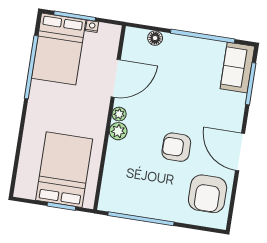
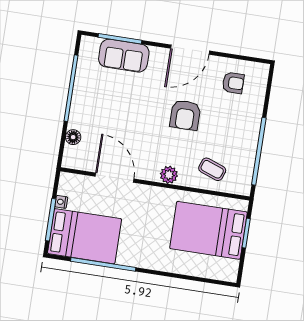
sofa: (237, 68) -> (124, 56), moved
plant: (119, 114) -> (151, 174), removed
coffee table: (124, 173) -> (212, 169), added
armchair: (208, 194) -> (233, 83), width x0.53, depth x0.53

